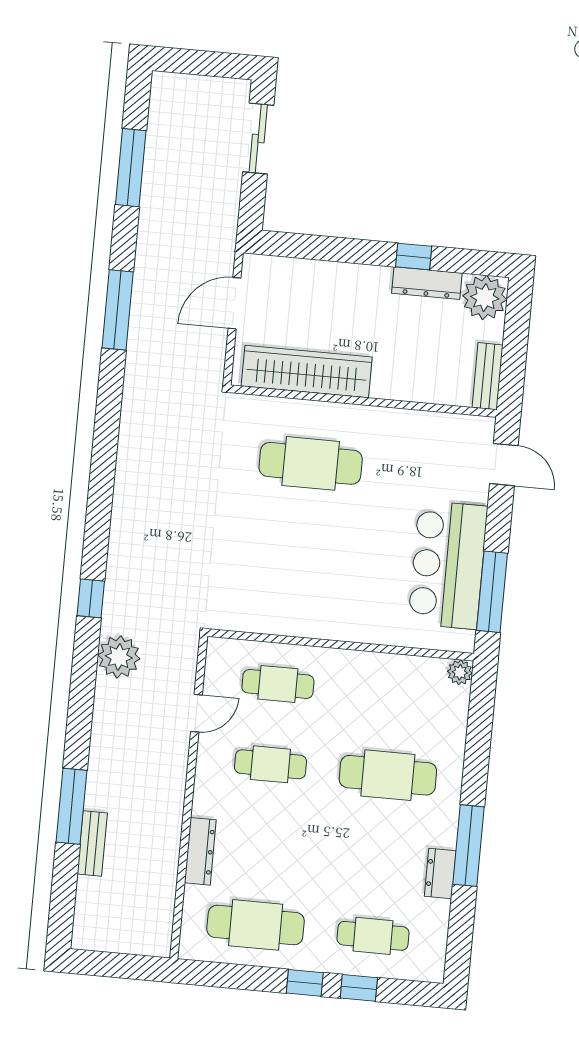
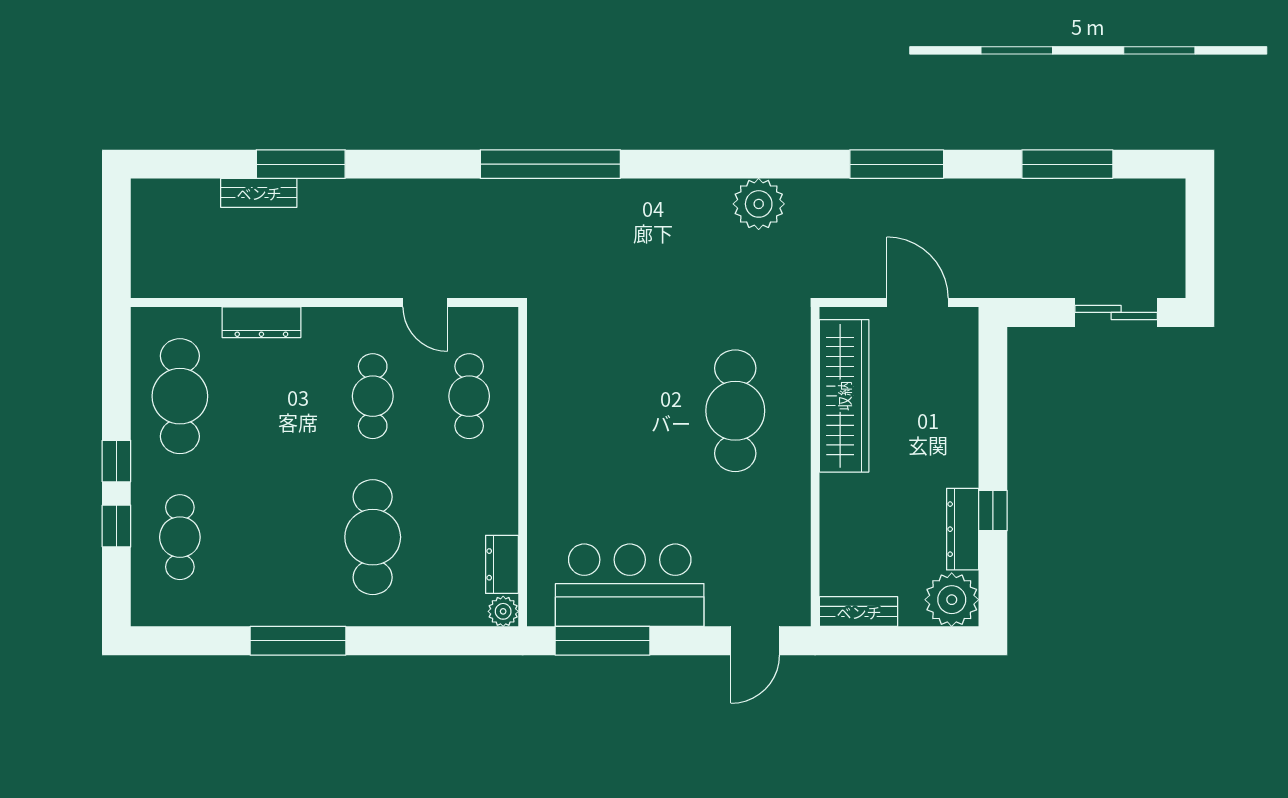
window: (91, 598) -> (550, 164), width x3.17
plant: (119, 657) -> (759, 204), moved
dresser: (440, 873) -> (502, 564), moved, turned -90

